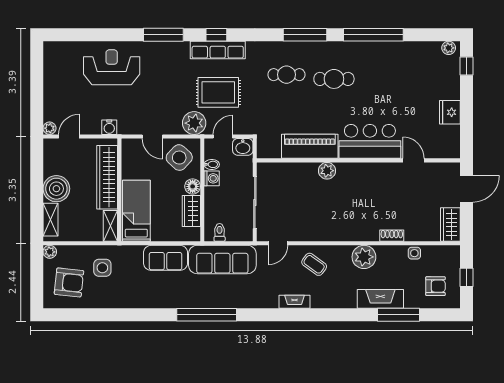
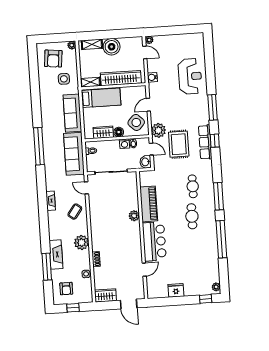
sofa: (166, 258) -> (72, 113), width x1.36

